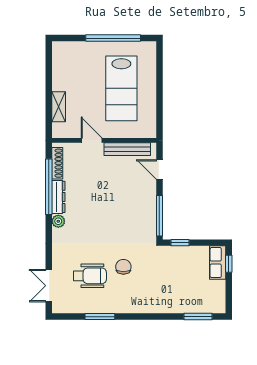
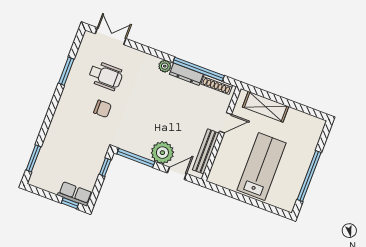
lab bench: (121, 88) -> (262, 166), turned 90
shelving: (59, 107) -> (266, 107), width x1.50, depth x1.33
plant: (144, 191) -> (162, 153), added
wheelchair: (90, 276) -> (106, 76), turned -90

